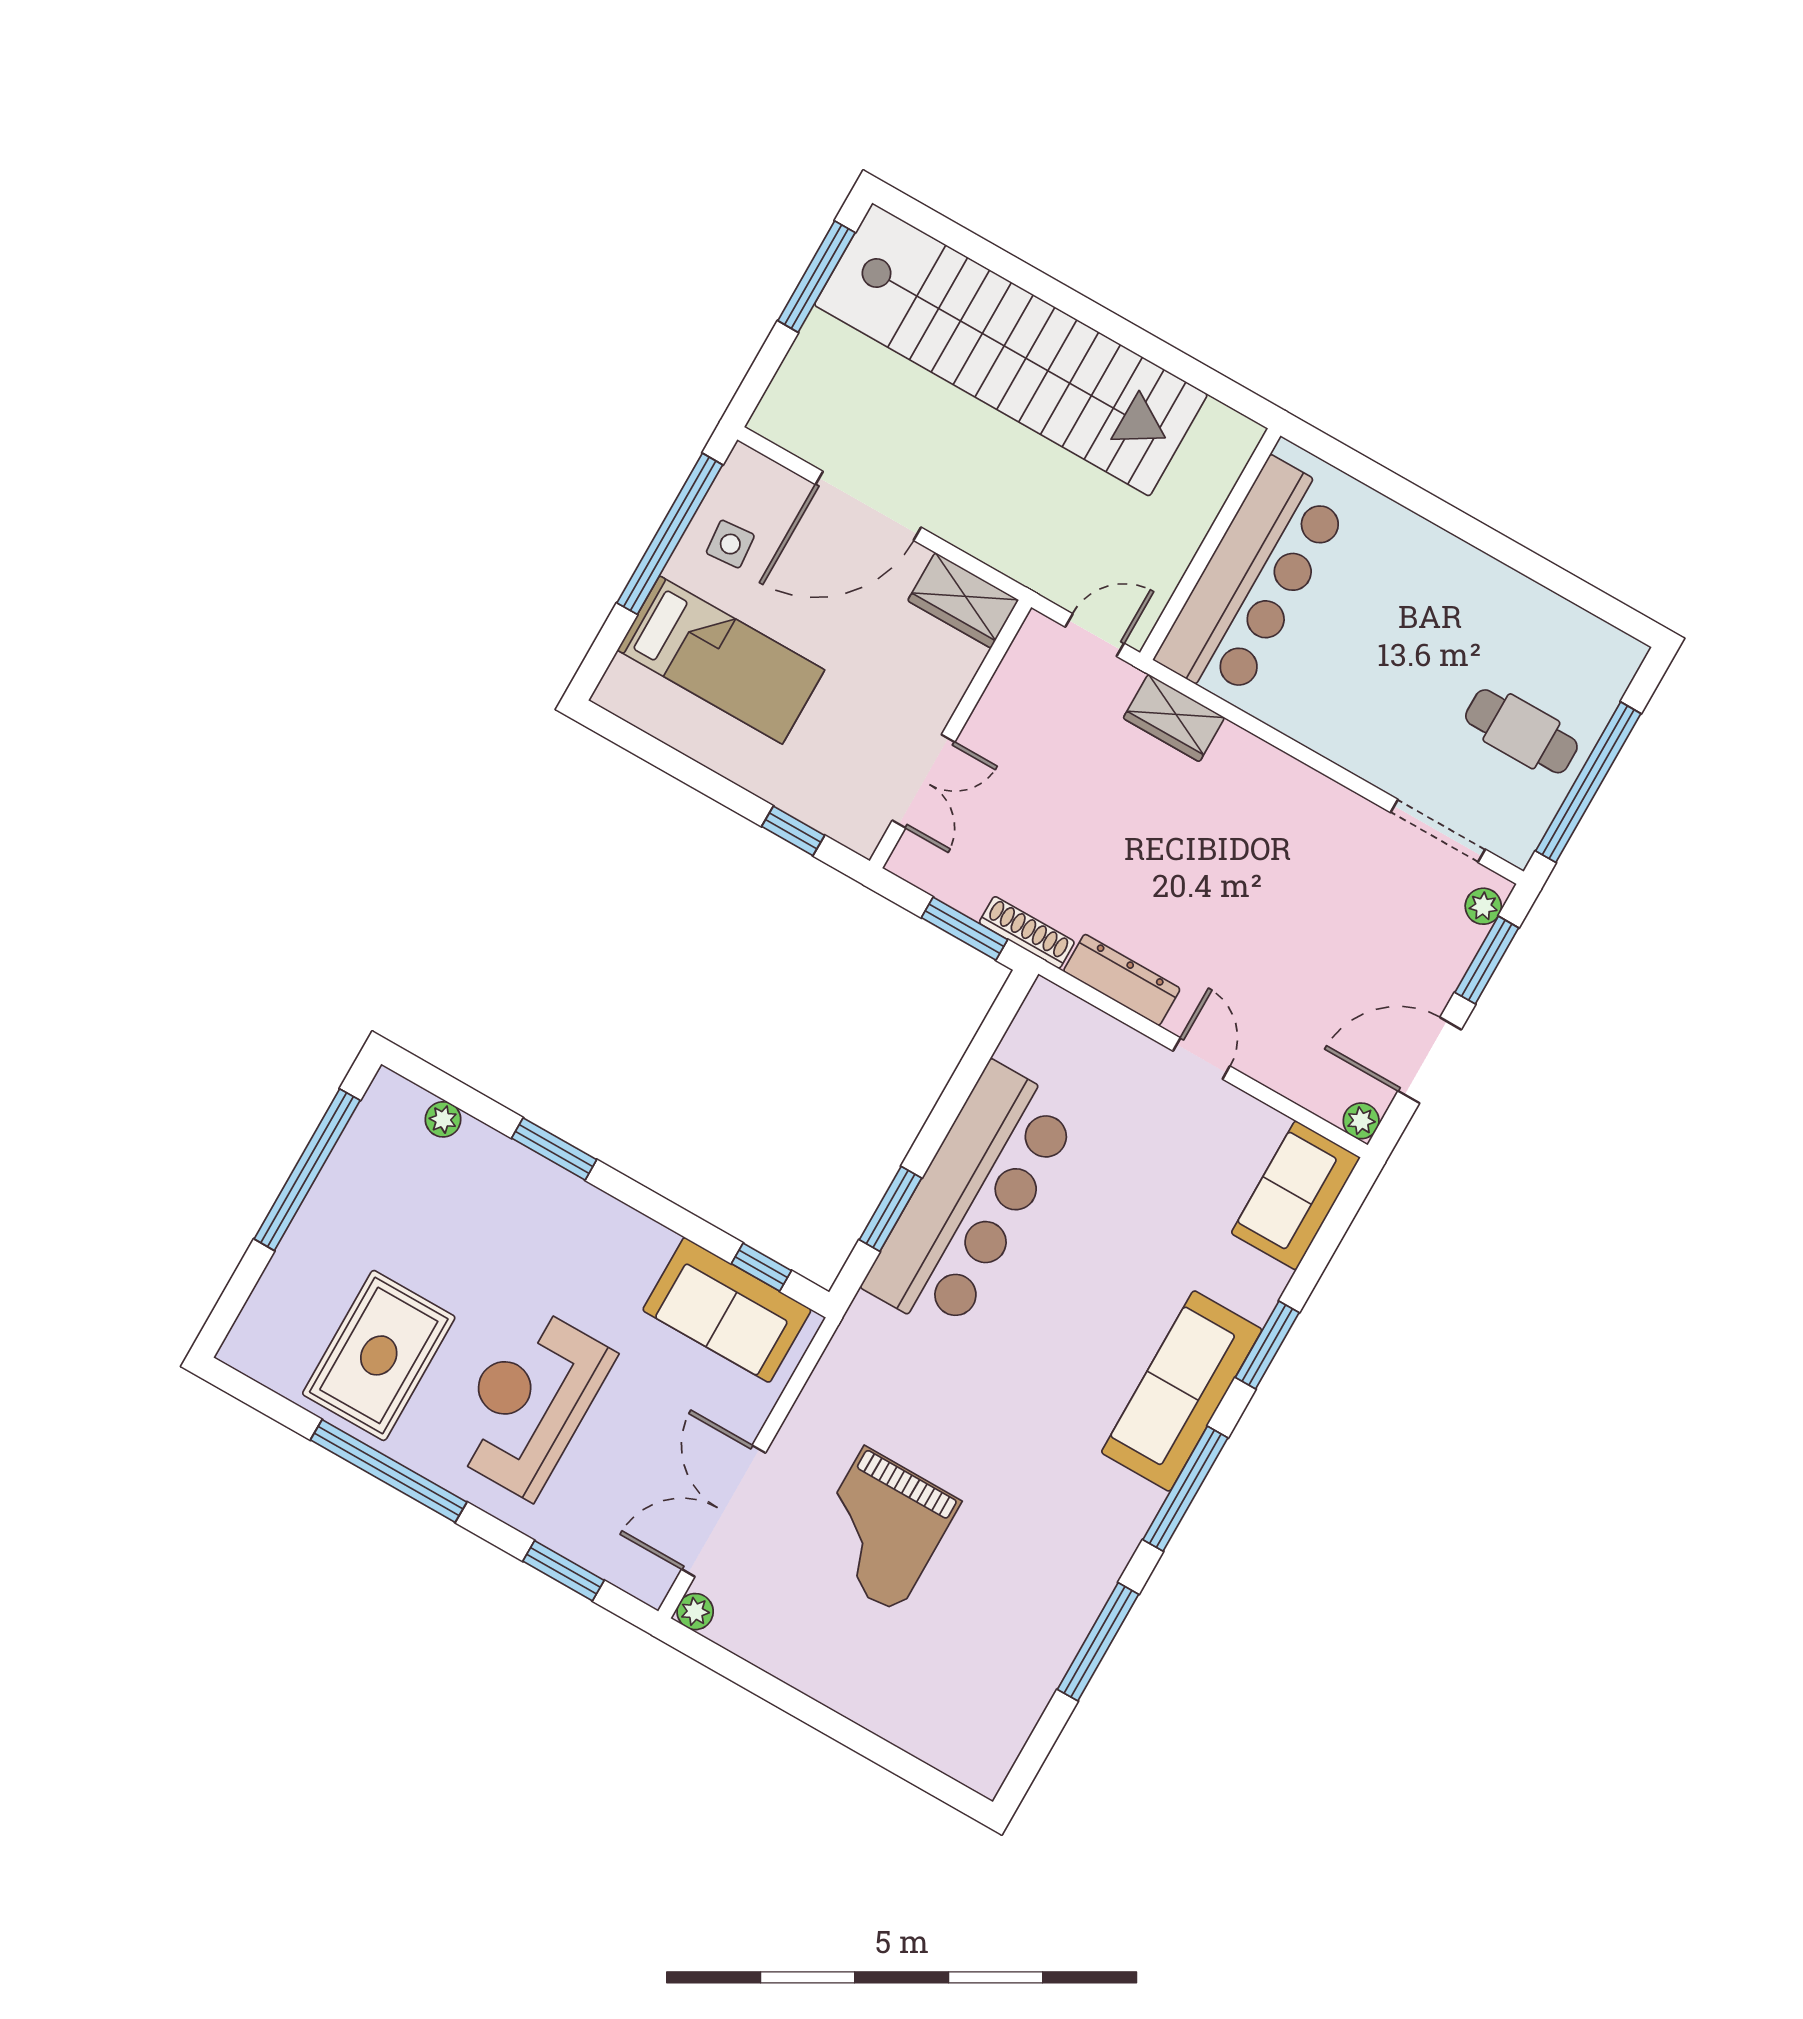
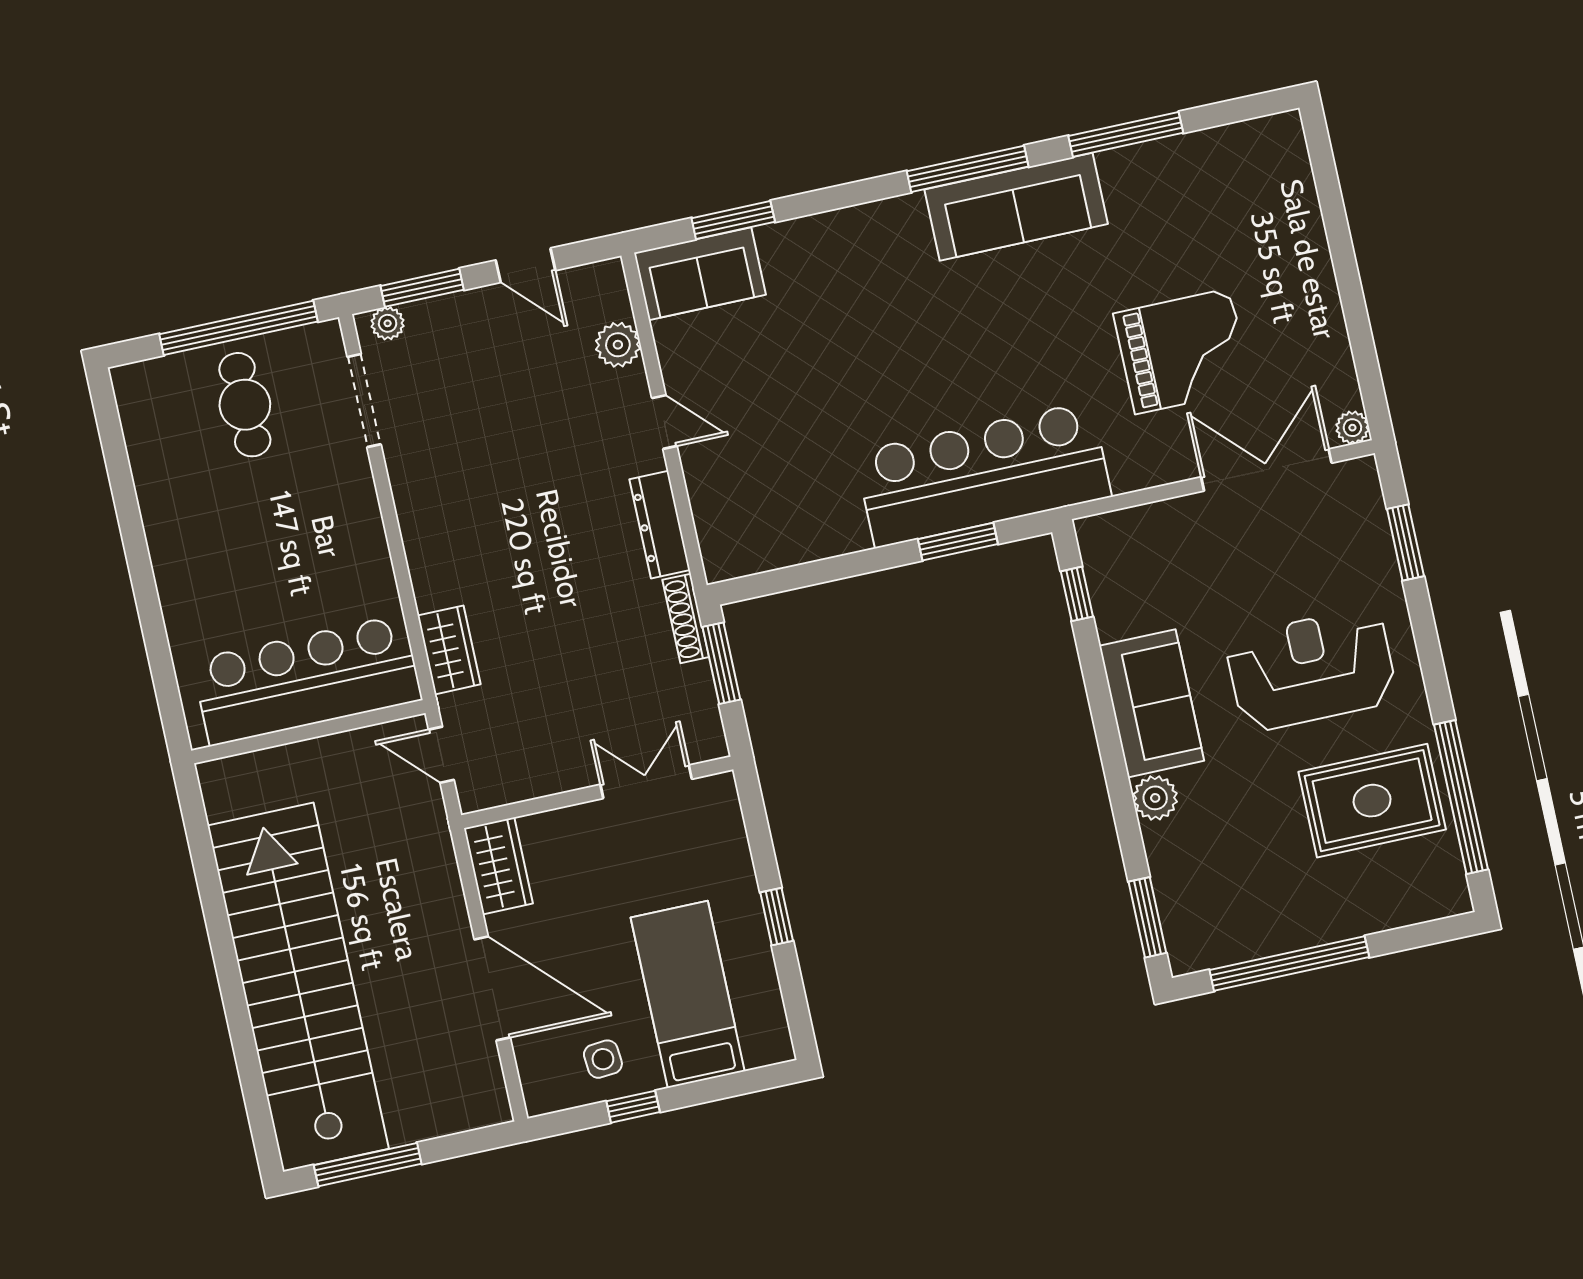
window: (670, 534) -> (633, 1107), width x0.32
window: (793, 831) -> (777, 917), moved
door: (1201, 1058) -> (664, 422), swing flipped
door: (1430, 1060) -> (525, 265), width x0.73
plant: (443, 1119) -> (1155, 798), moved, width x1.38, depth x1.38
plant: (1361, 1121) -> (618, 345), moved, width x1.38, depth x1.38
window: (554, 1149) -> (1147, 917), moved
bar counter: (972, 1199) -> (983, 475), moved
sofa: (727, 1310) -> (1152, 703), moved
window: (1267, 1345) -> (733, 220), moved
sofa: (1182, 1391) -> (1016, 207), moved
reception desk: (529, 1402) -> (1311, 670), turned 180
window: (389, 1471) -> (1461, 797), moved
double door: (724, 1511) -> (1266, 470), swing flipped

